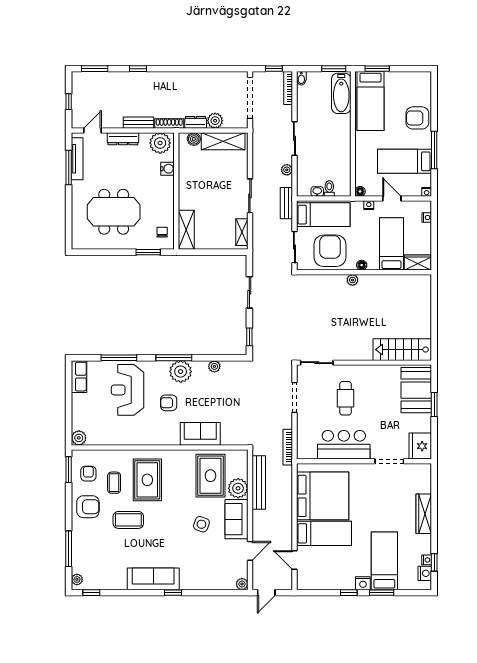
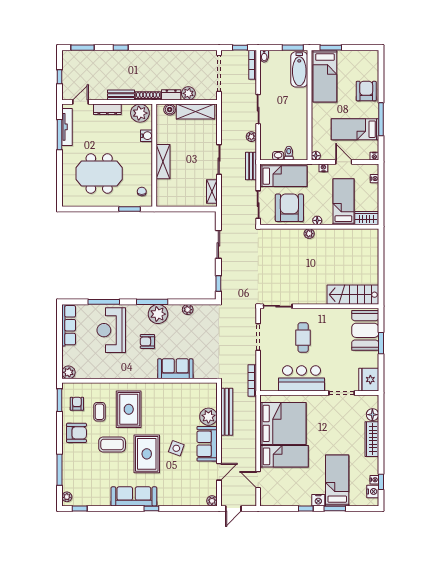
armchair: (417, 118) -> (366, 91), turned 90
shelving: (186, 230) -> (163, 162), moved
row of seats: (79, 377) -> (69, 325), width x1.48
rug: (210, 476) -> (147, 454), moved
floor lamp: (425, 486) -> (372, 415), added

